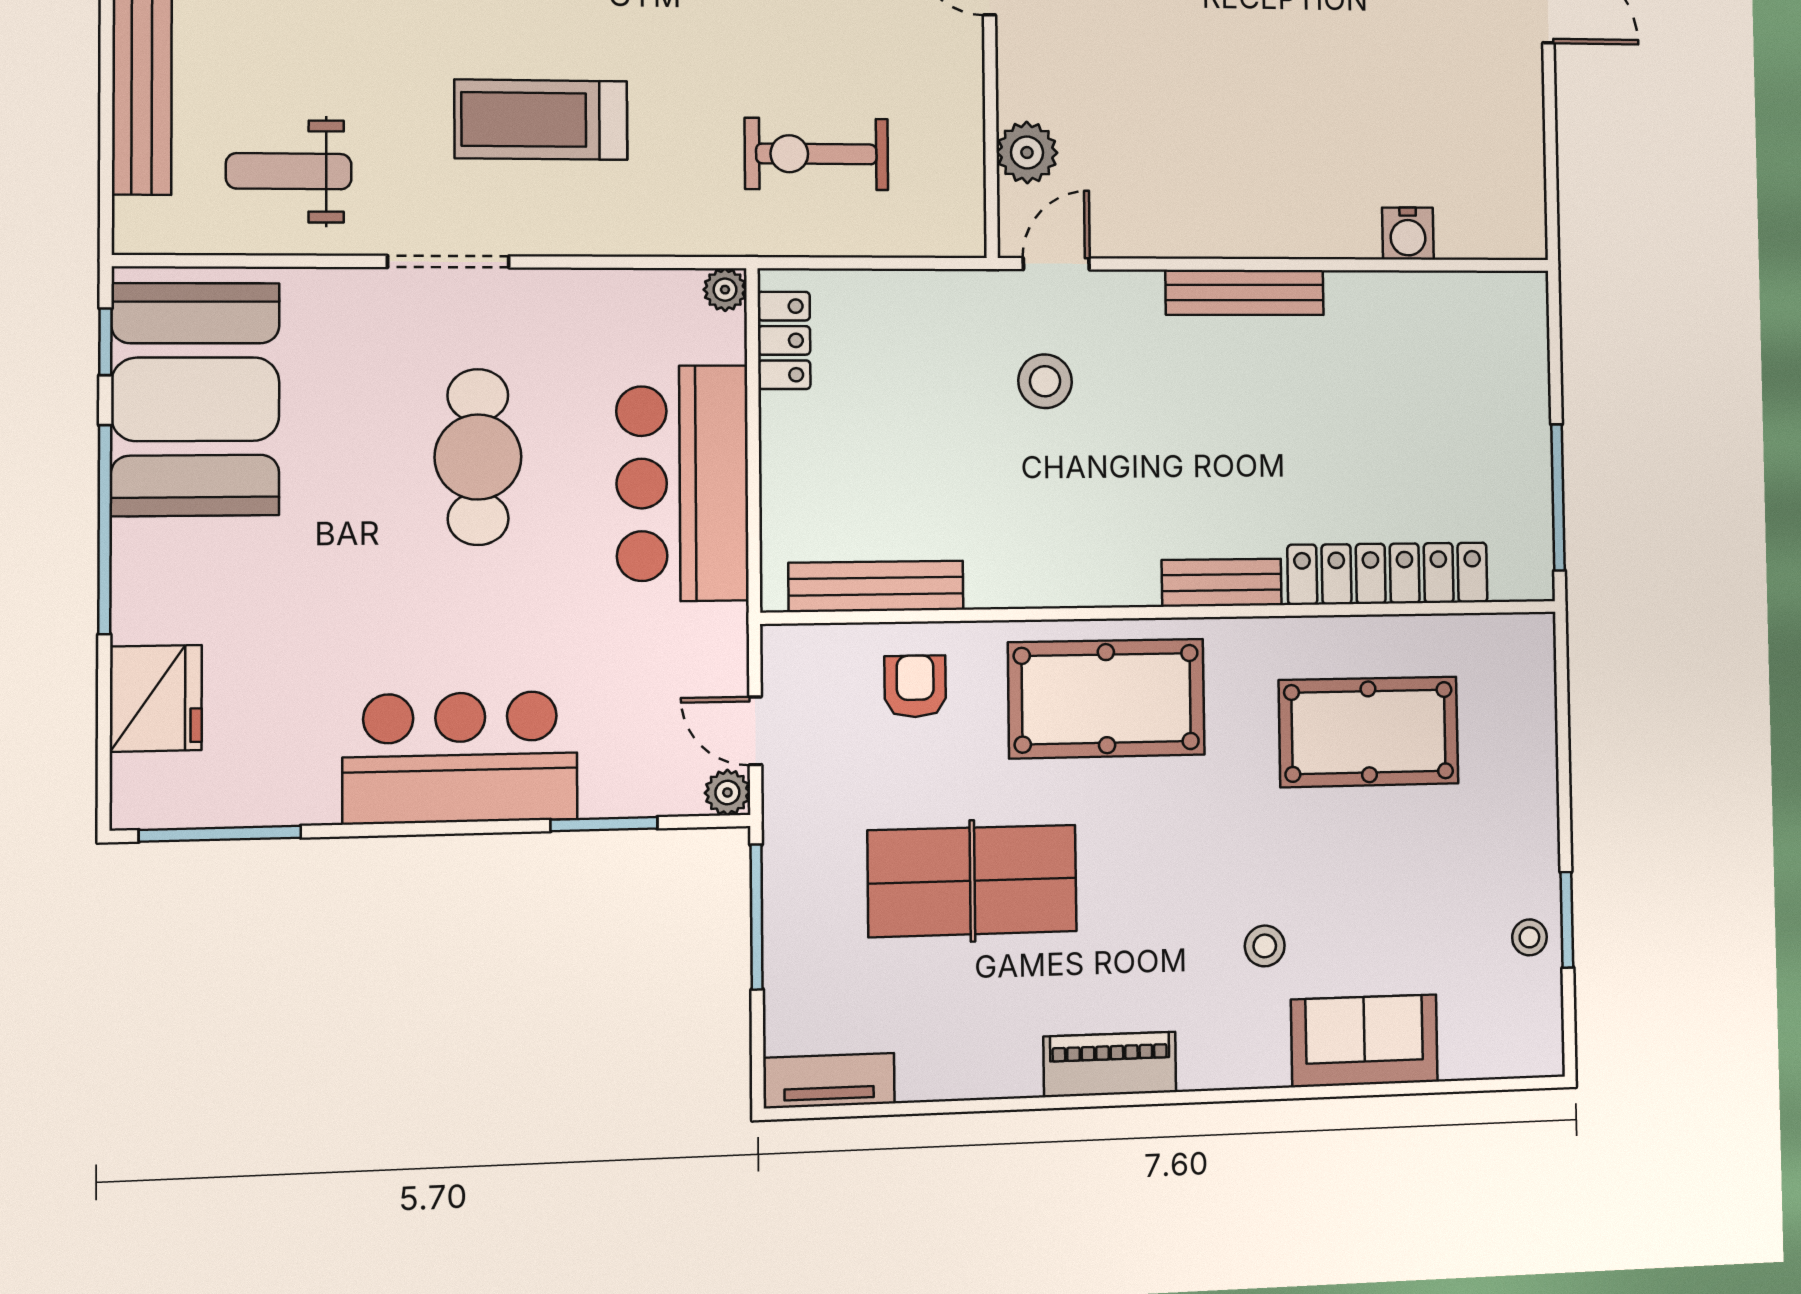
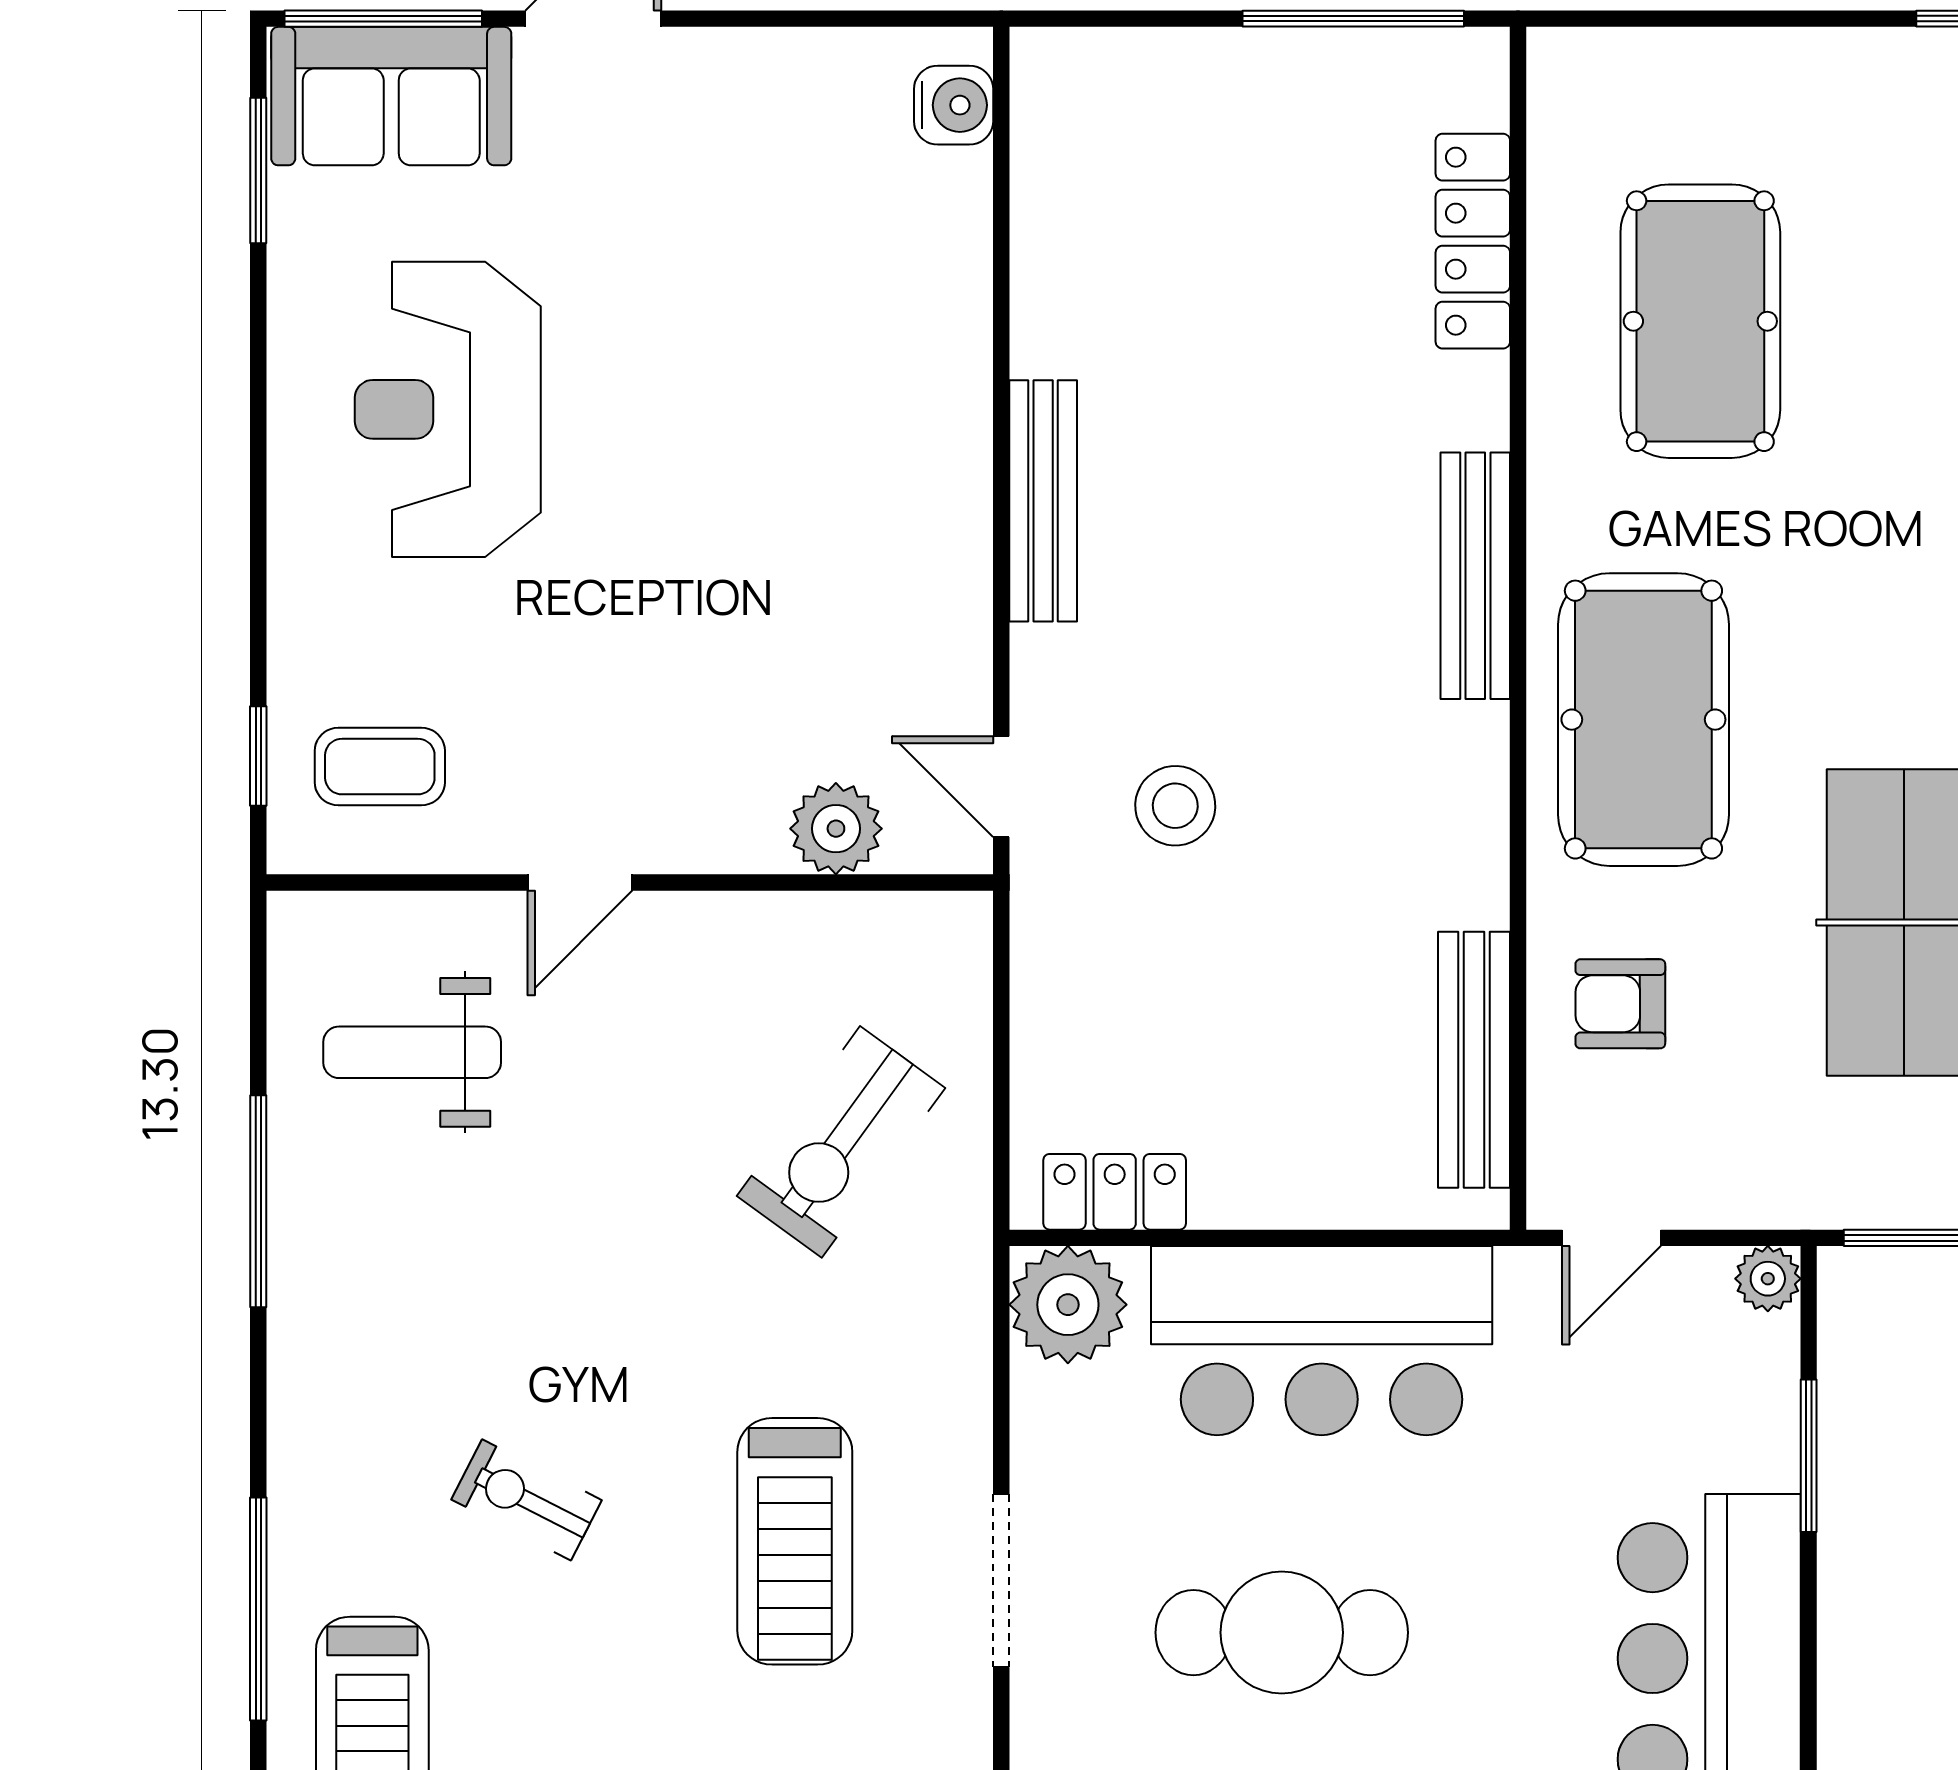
exercise bike: (816, 154) -> (841, 1142), turned 36
water cooler: (1408, 234) -> (954, 105), moved
doorway: (448, 262) -> (1001, 1581), moved
plant: (725, 290) -> (1068, 1305), width x1.88, depth x1.88
locker: (1388, 574) -> (1473, 241), width x0.71, depth x0.83
bench: (1222, 583) -> (1475, 576), width x1.36
door: (755, 731) -> (1612, 1238), moved

